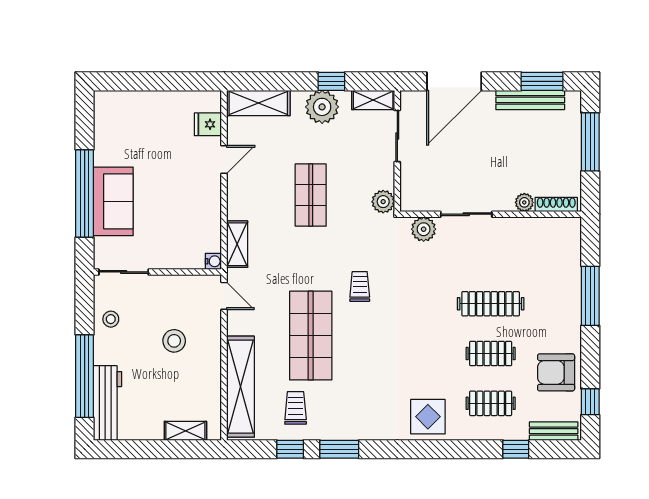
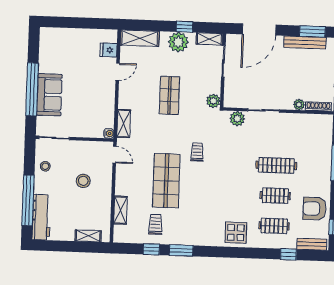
shelving: (240, 387) -> (120, 210), width x0.45, depth x0.75

